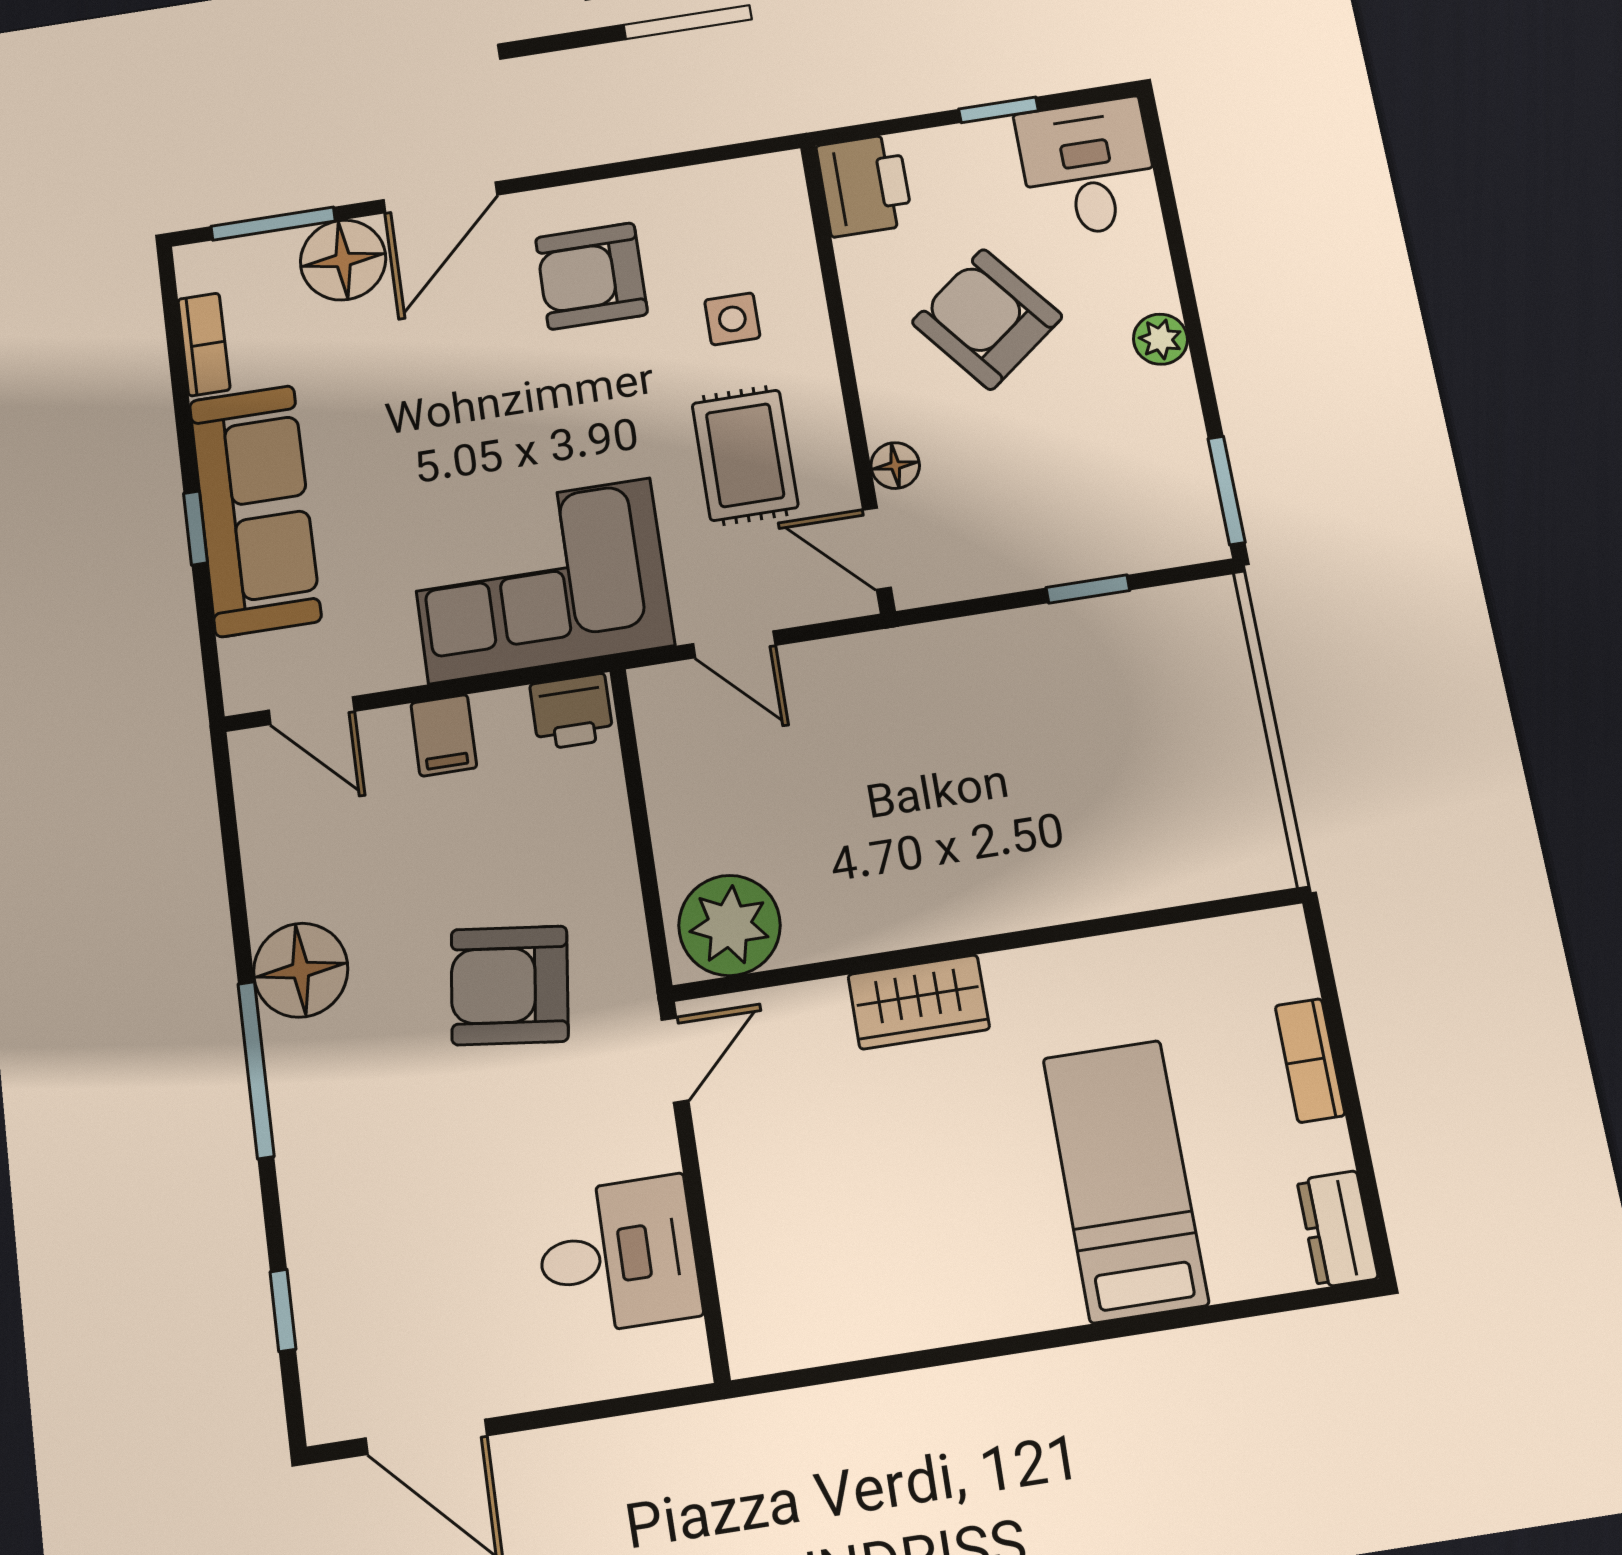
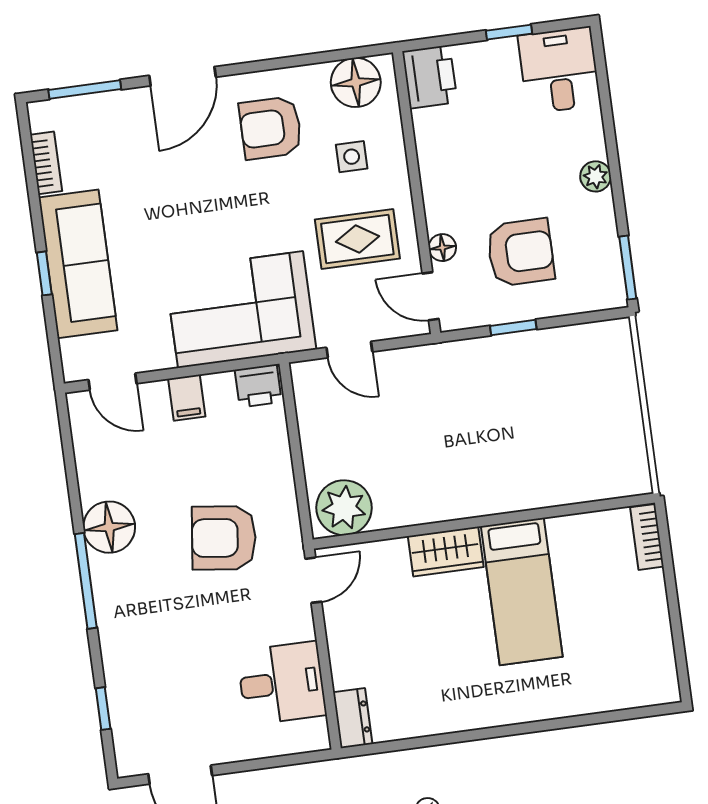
floor lamp: (343, 260) -> (356, 82), moved
armchair: (987, 319) -> (521, 252), moved, turned 128
rug: (745, 455) -> (357, 239), turned 90
window: (1088, 589) -> (513, 327), moved
bookcase: (1310, 1060) -> (647, 537), moved
bed: (1125, 1181) -> (522, 592), moved, turned 180
dresser: (1337, 1229) -> (353, 718), moved, turned 180

